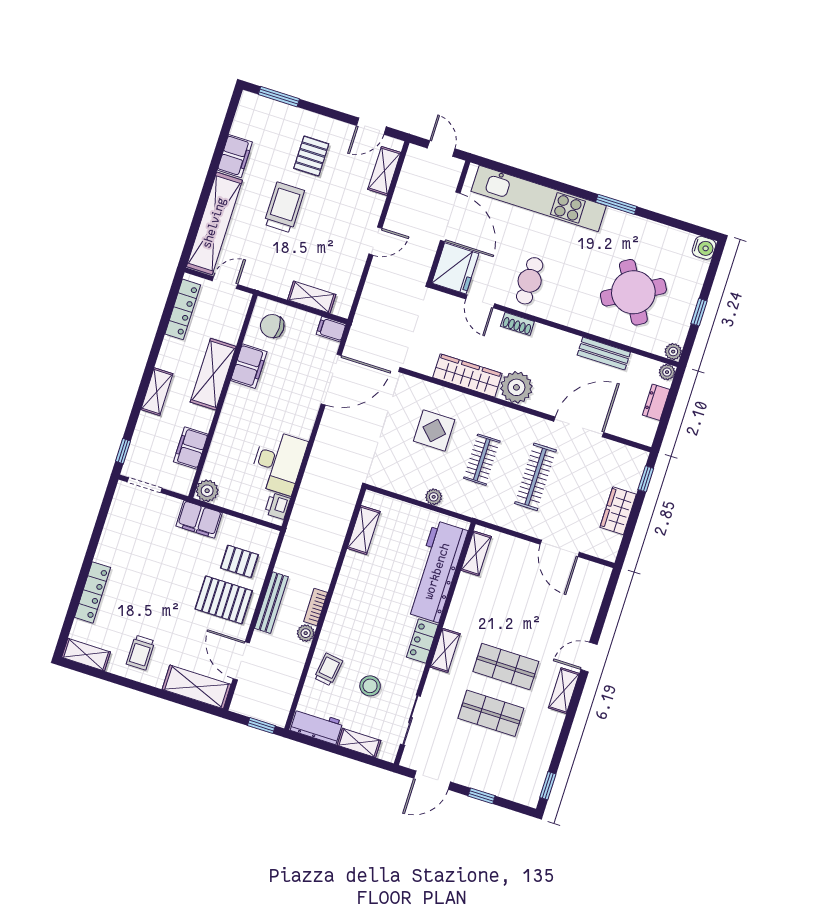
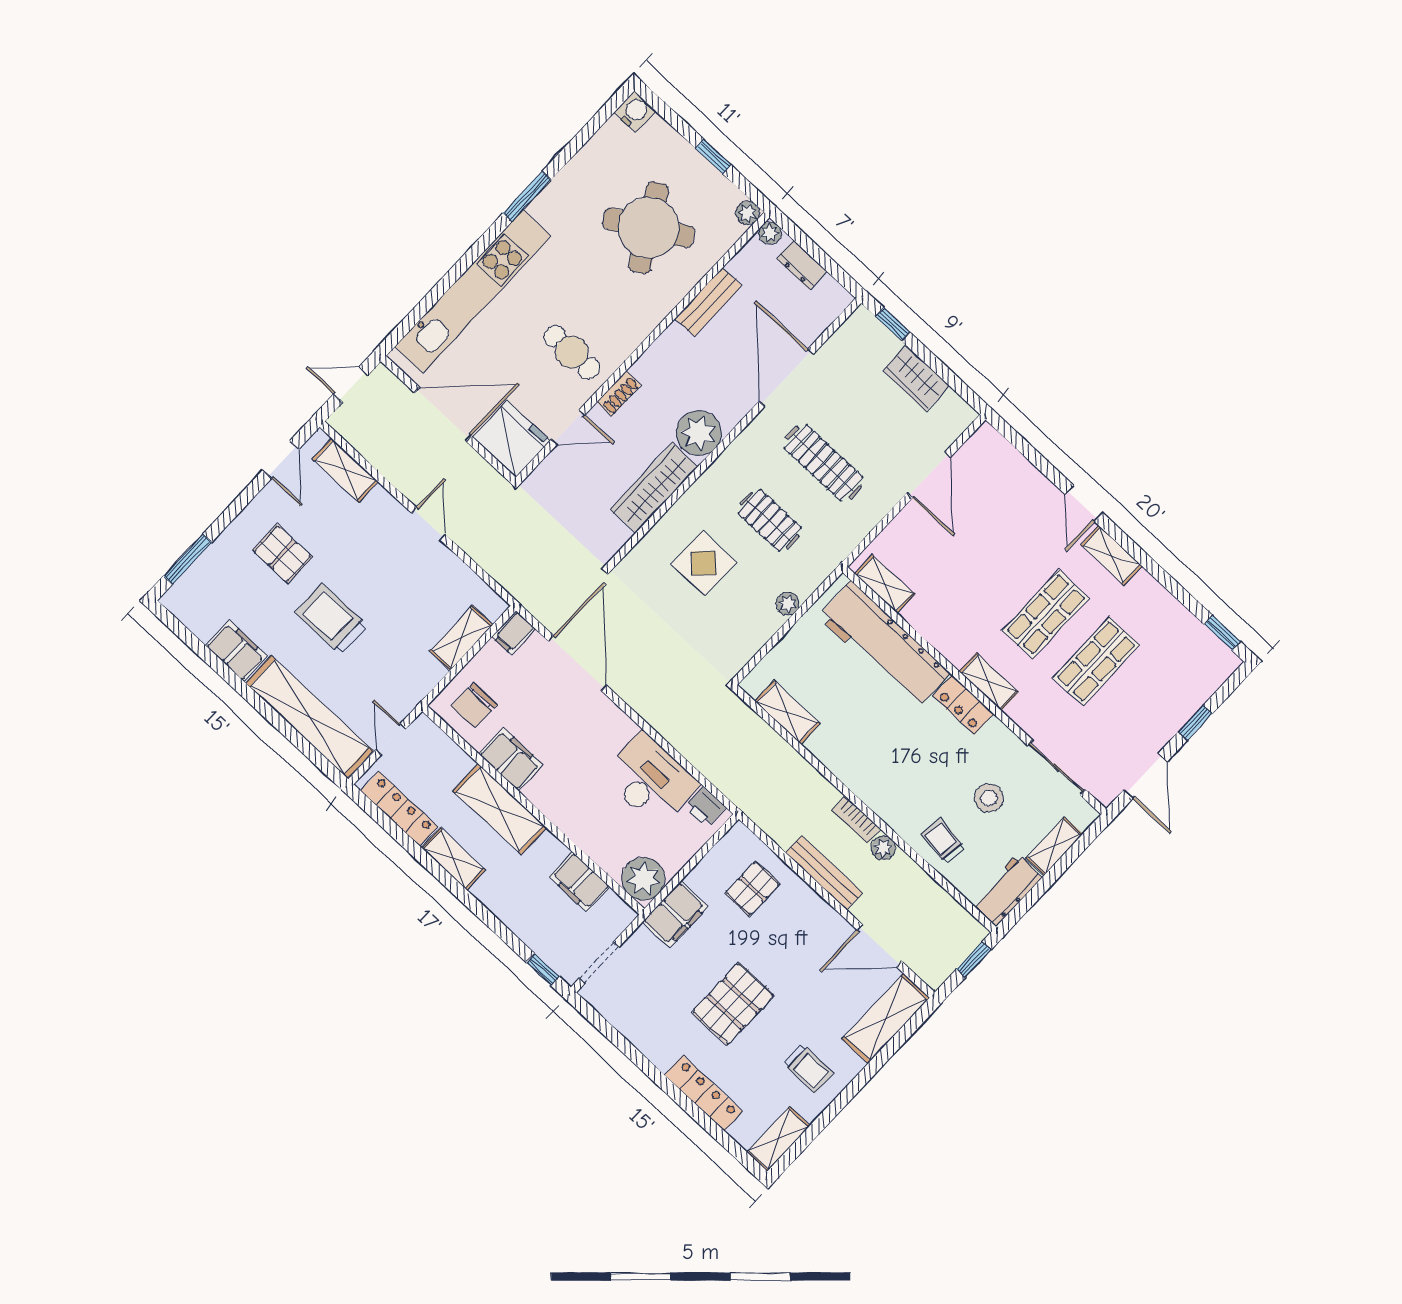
shelving: (157, 392) -> (453, 859), moved
plant: (207, 491) -> (643, 879), width x1.36, depth x1.36
door: (560, 548) -> (929, 475), hinge flipped
pallet: (224, 600) -> (733, 1004), moved

